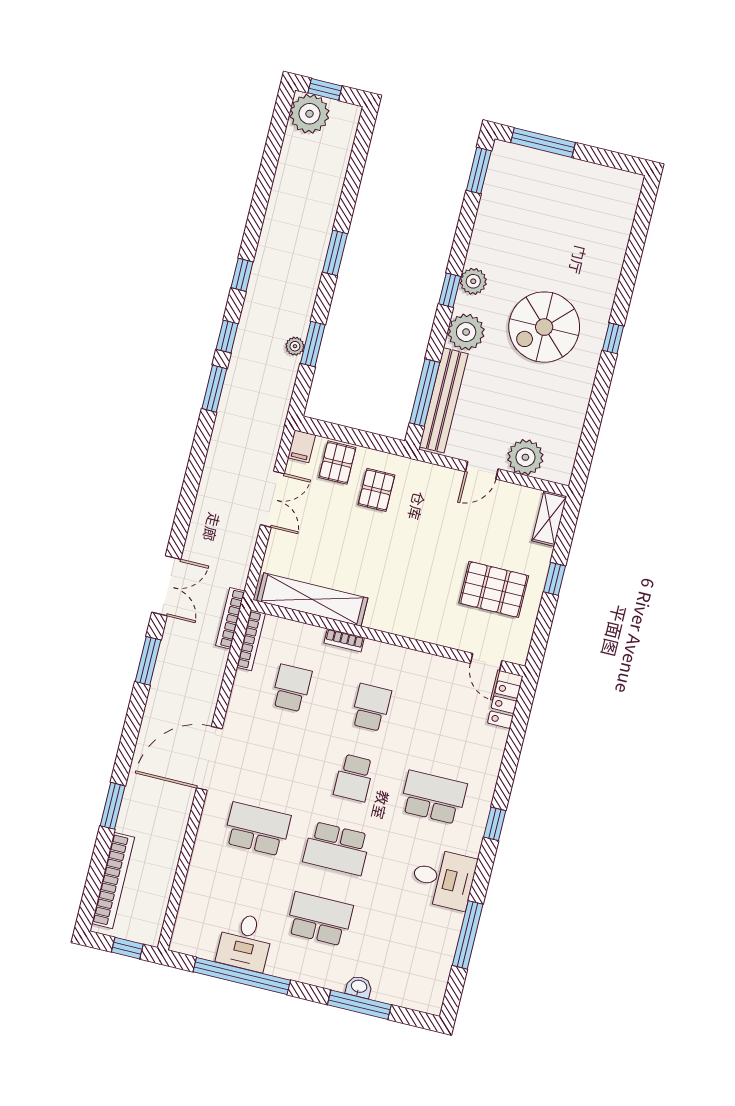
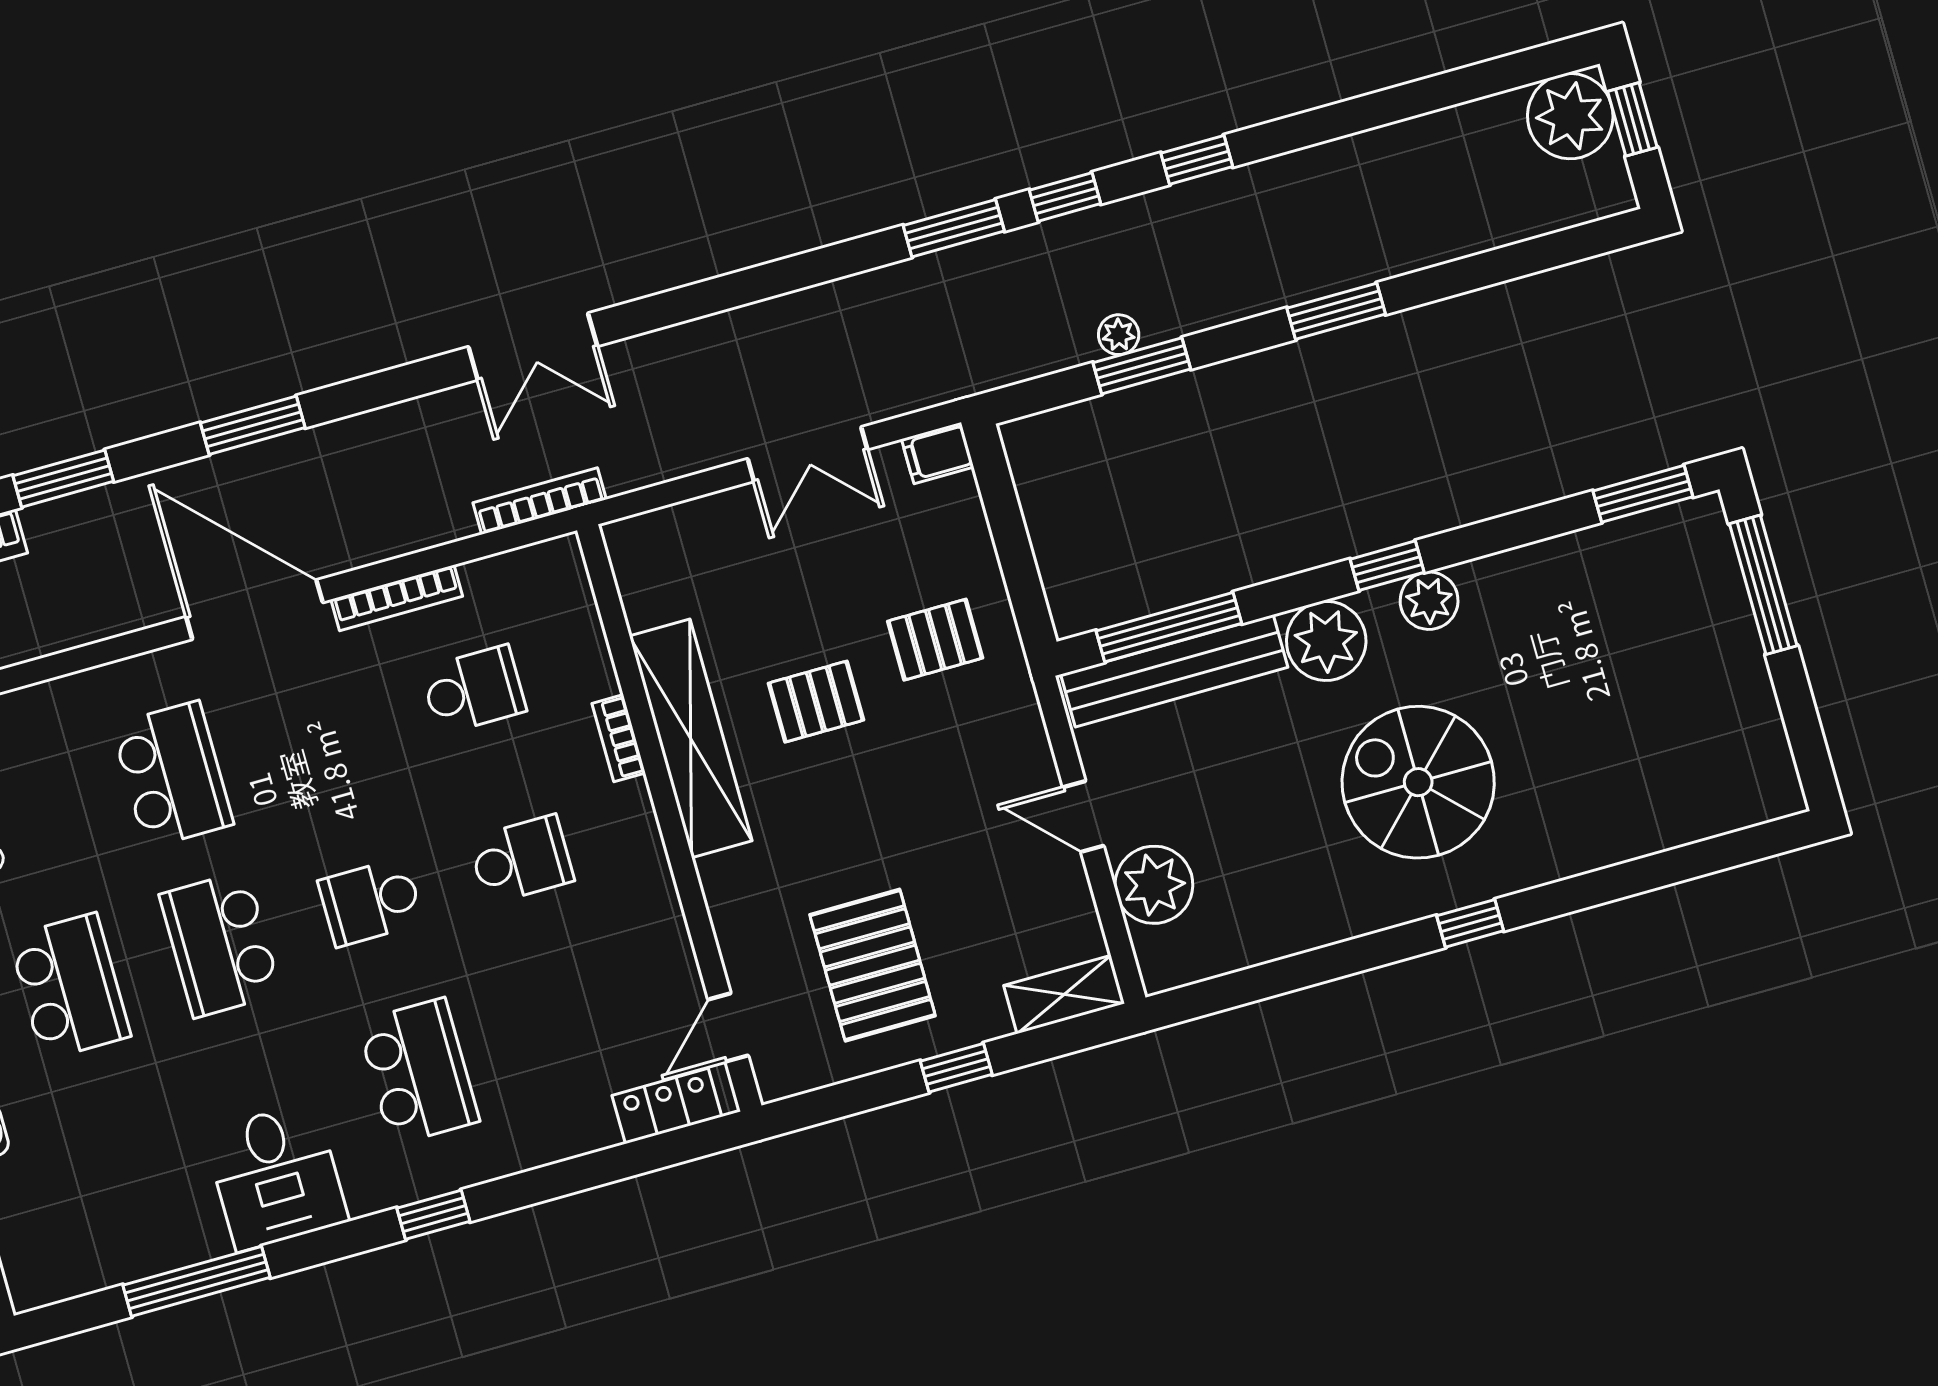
pallet: (337, 463) -> (816, 702), moved
shelving: (312, 599) -> (691, 738), moved
bookcase: (251, 640) -> (397, 598), moved
window: (148, 661) -> (253, 425), moved

